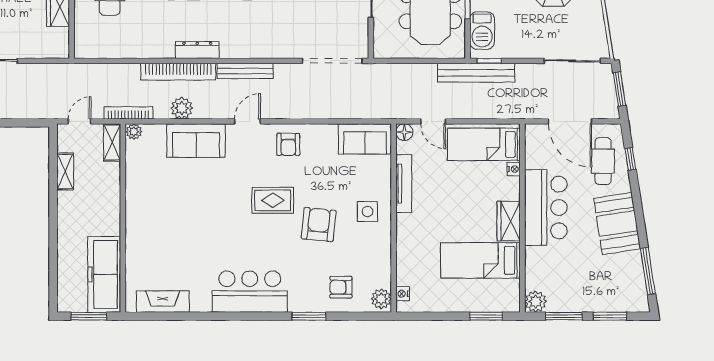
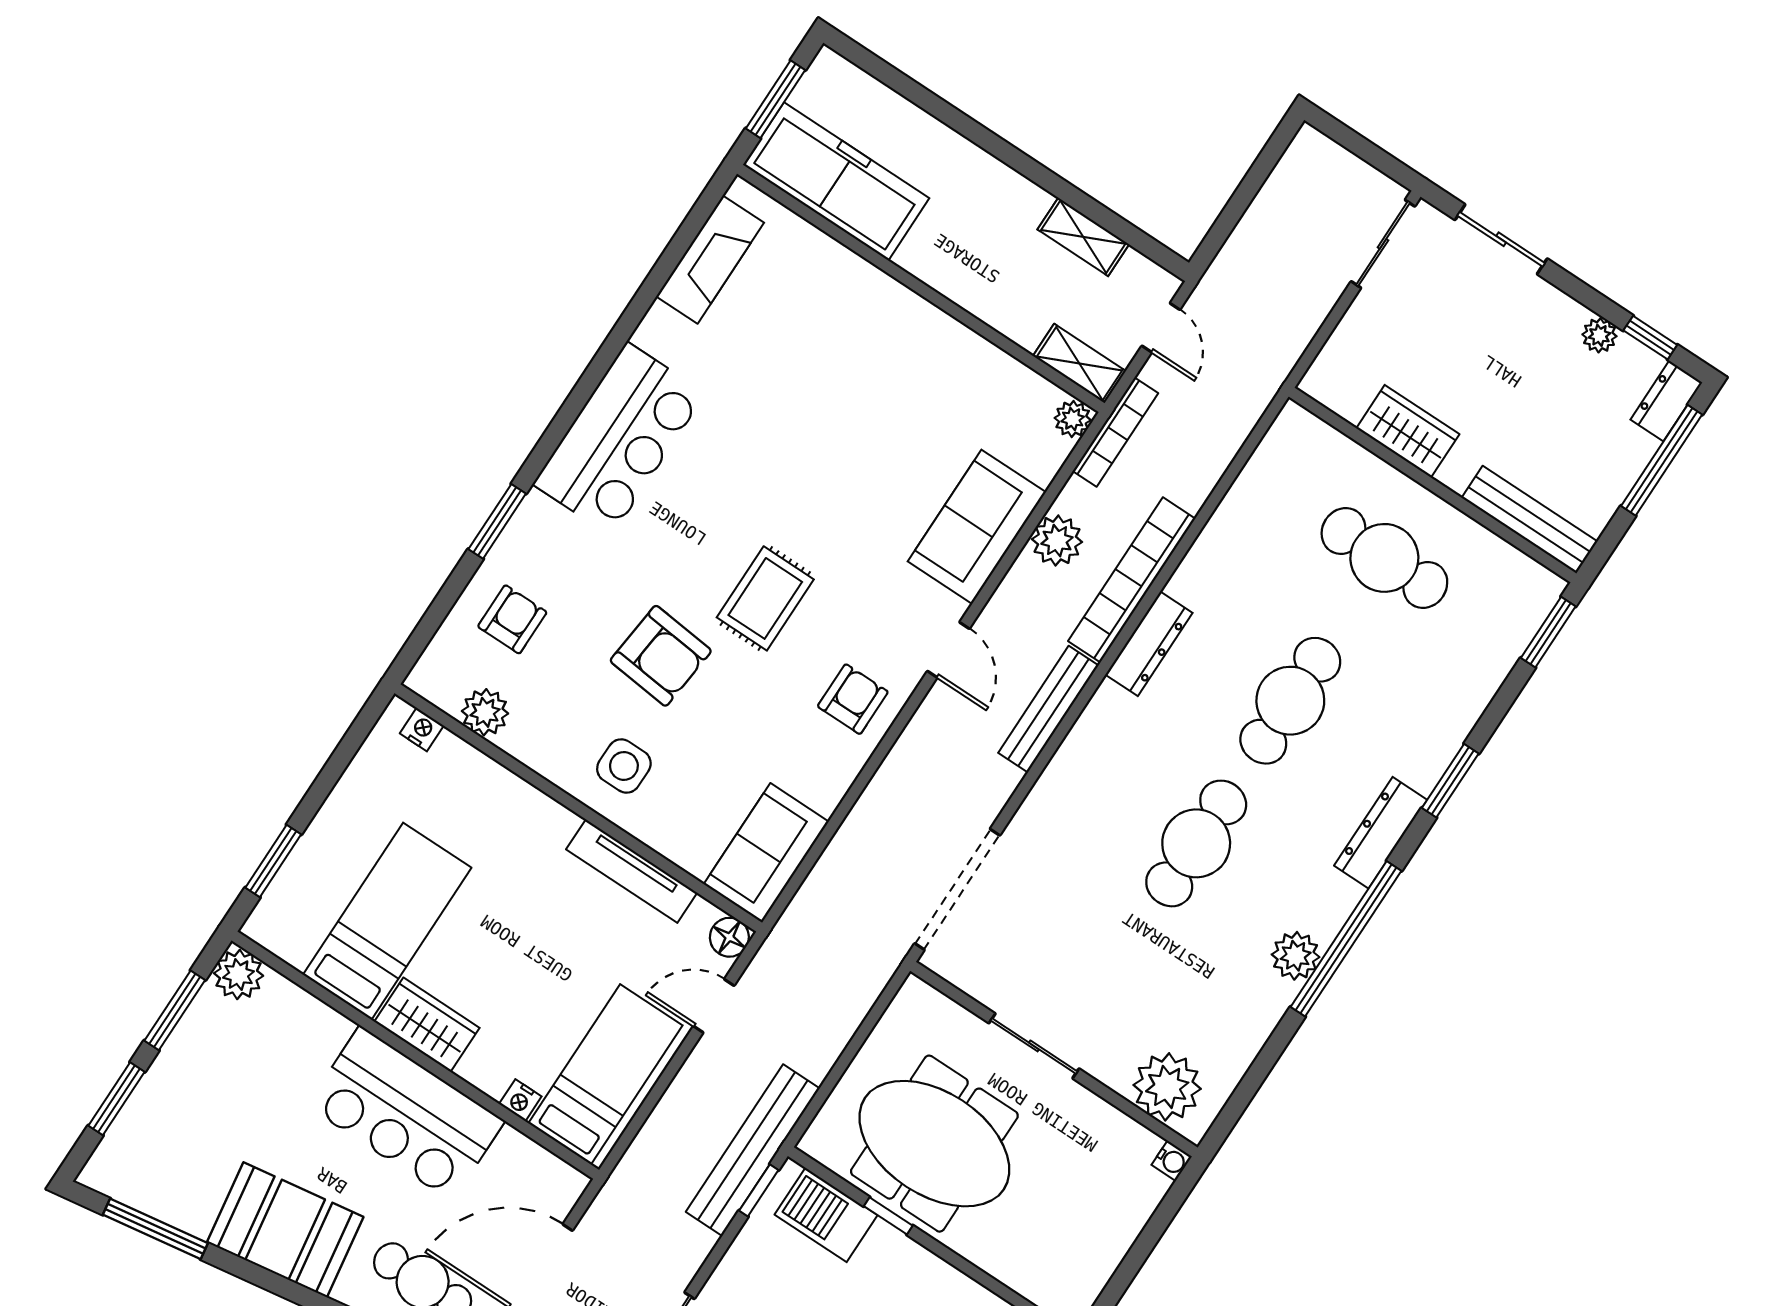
armchair: (288, 144) -> (853, 699), turned 90
plant: (381, 299) -> (485, 712), moved

